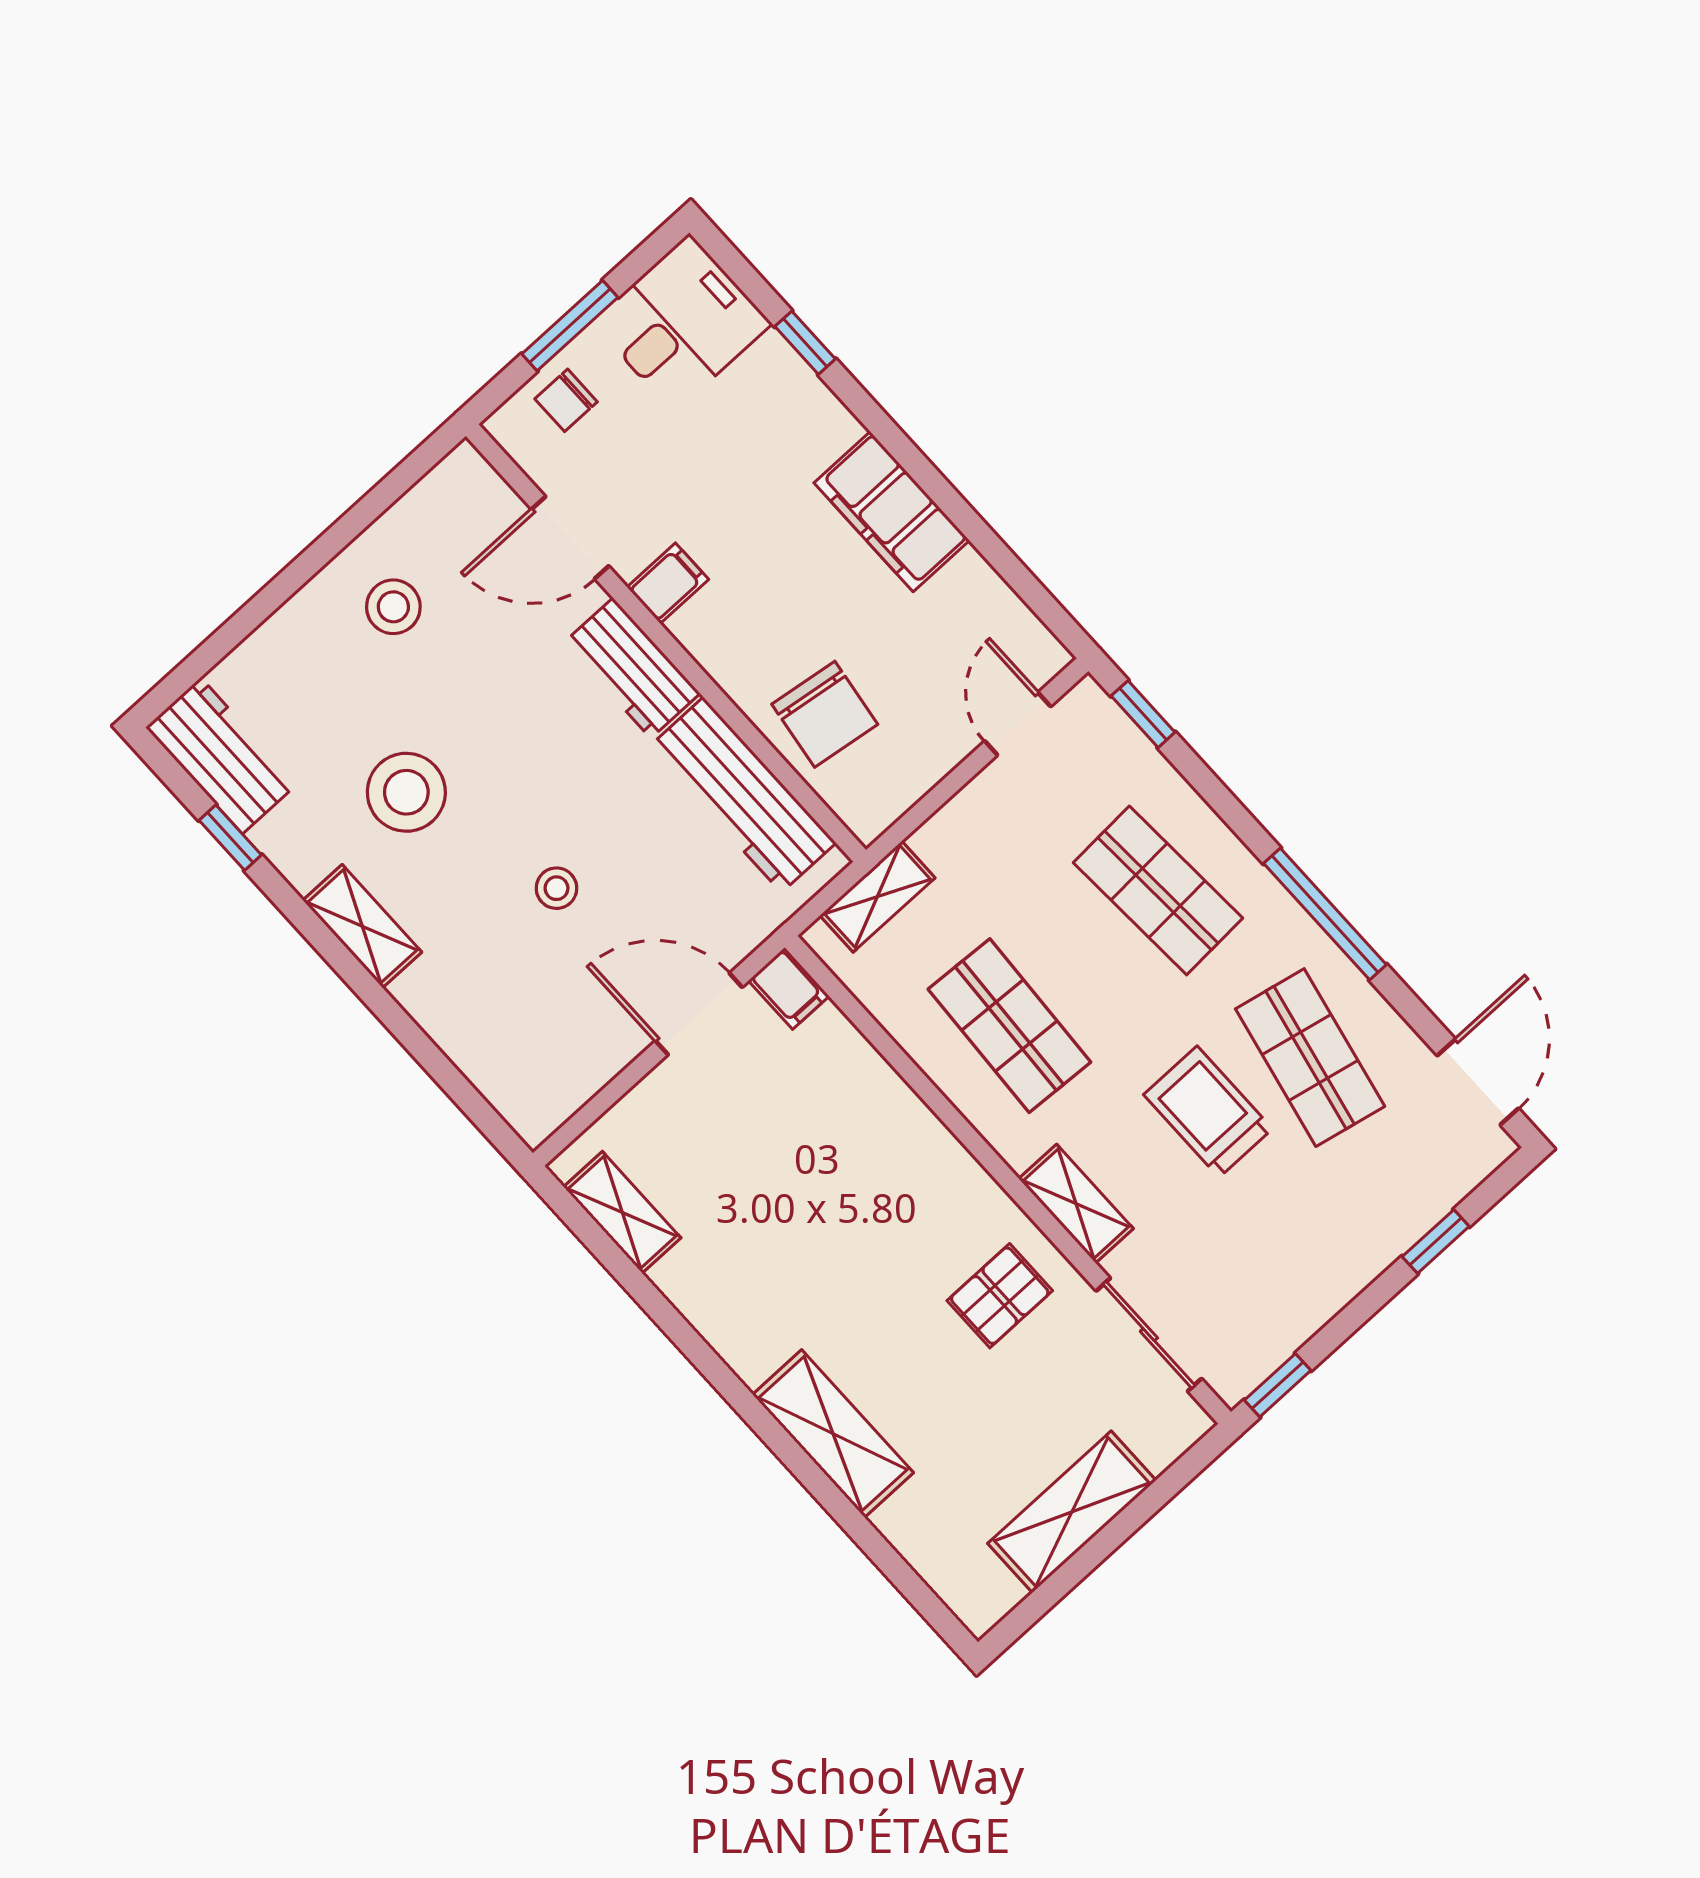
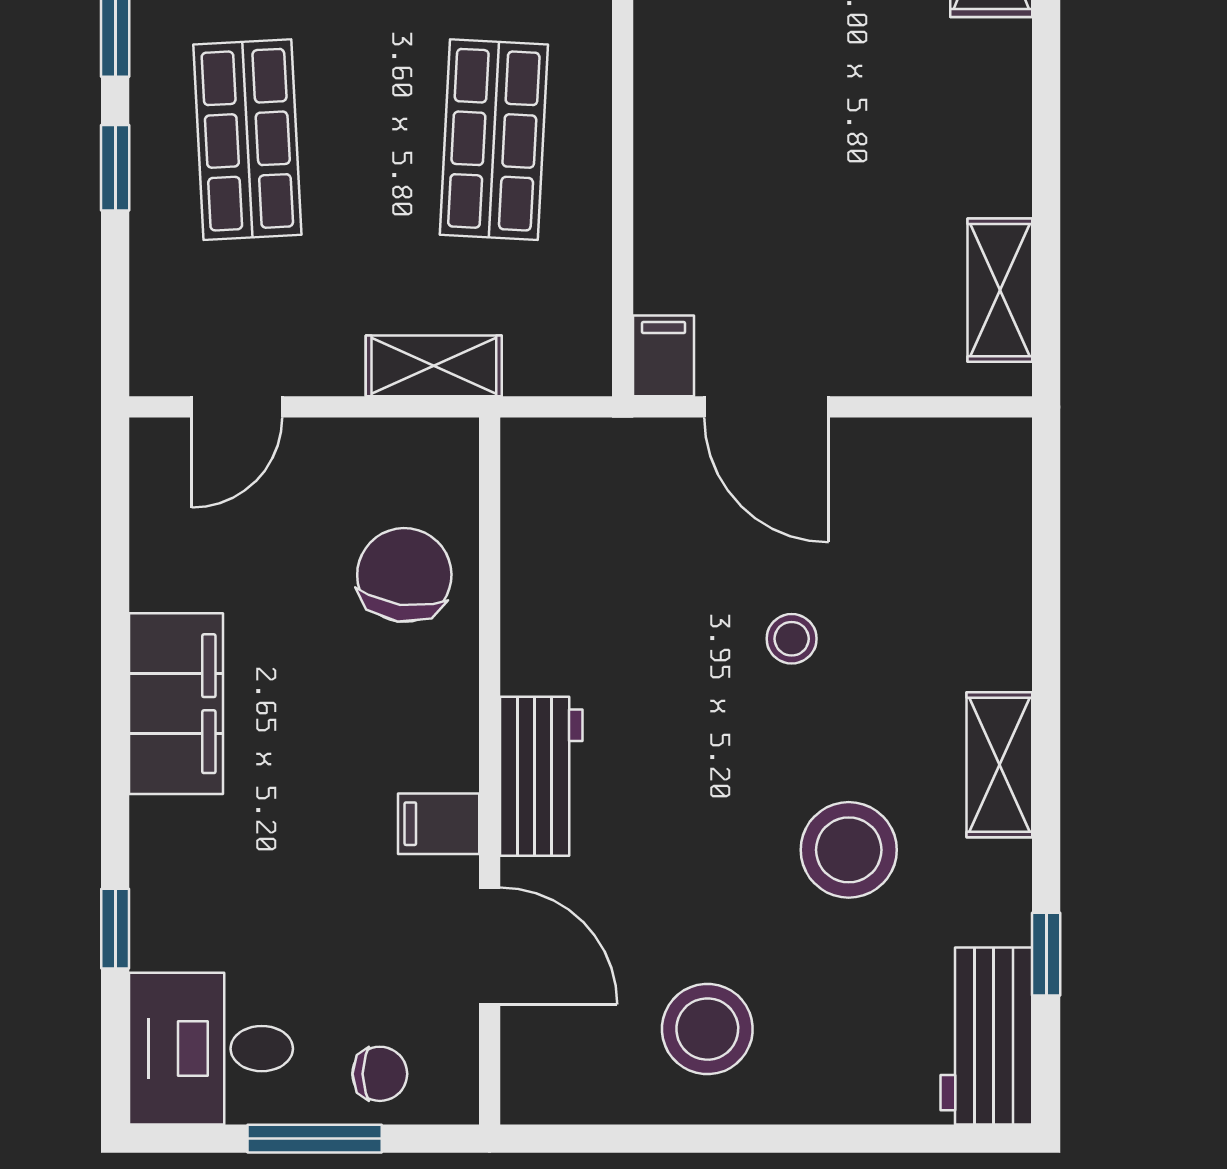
stool: (393, 607) -> (707, 1029), width x1.38, depth x1.38
window: (1143, 714) -> (115, 168), moved
workbench: (742, 795) -> (546, 570), removed
shelving: (877, 897) -> (434, 366), moved

